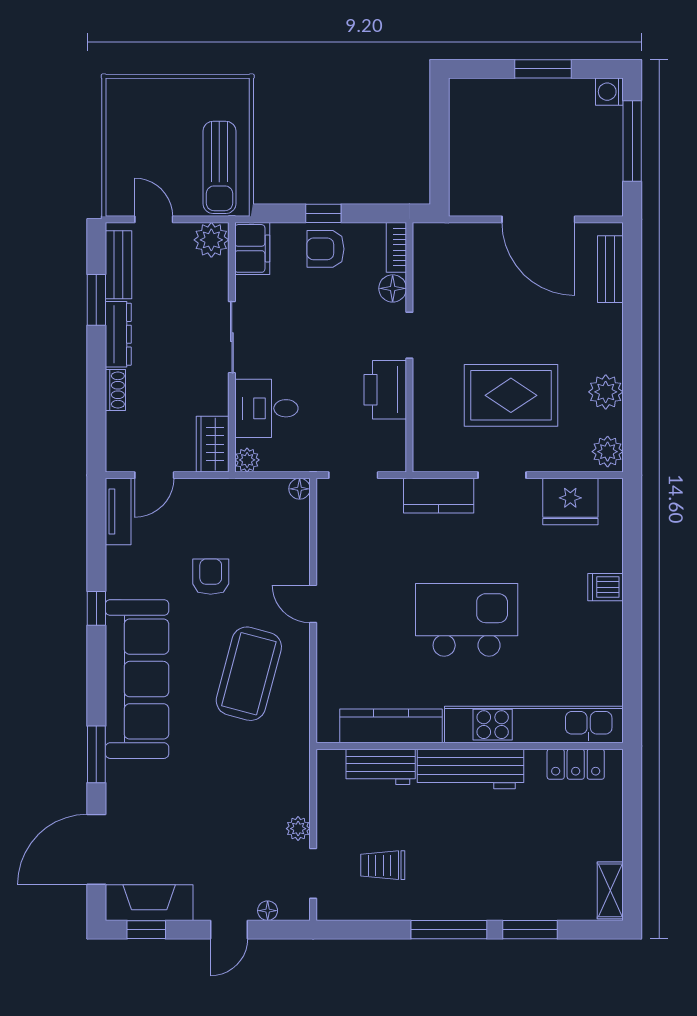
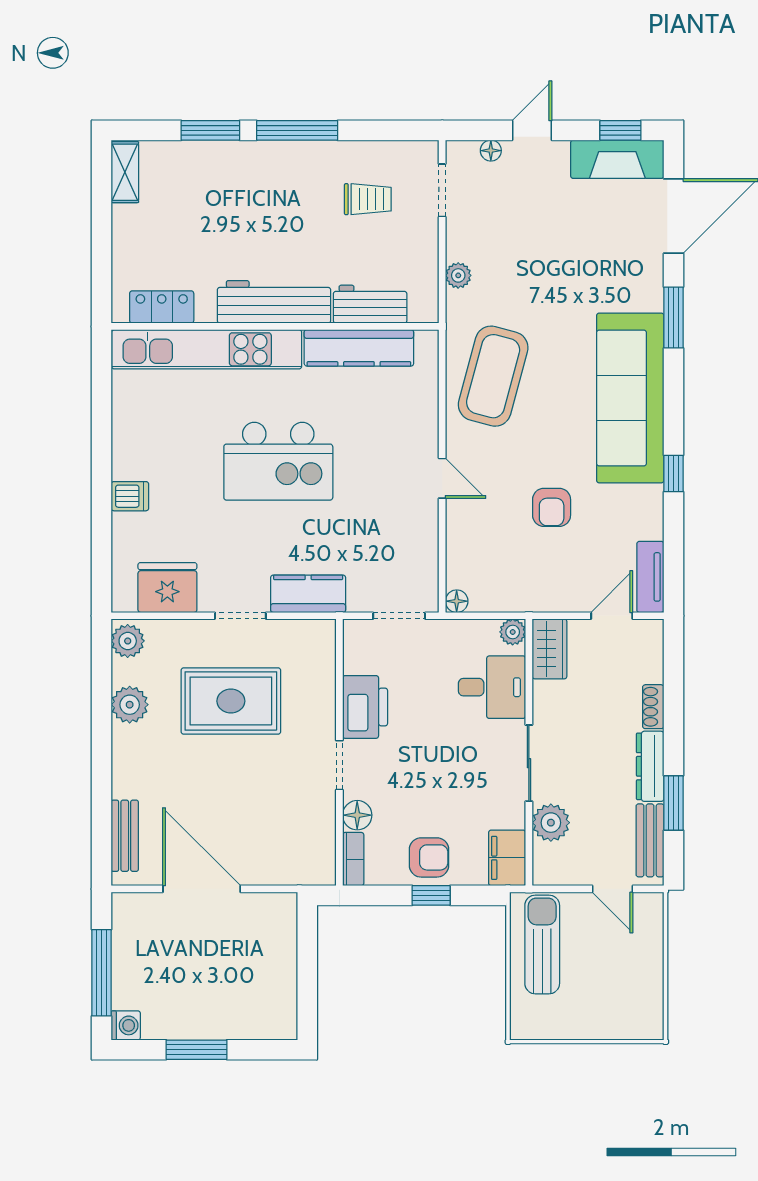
plant: (211, 240) -> (551, 823), moved
coffee table: (249, 674) -> (493, 376), moved
plant: (298, 829) -> (458, 275), moved

